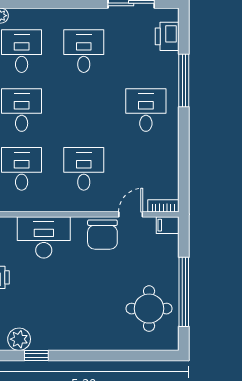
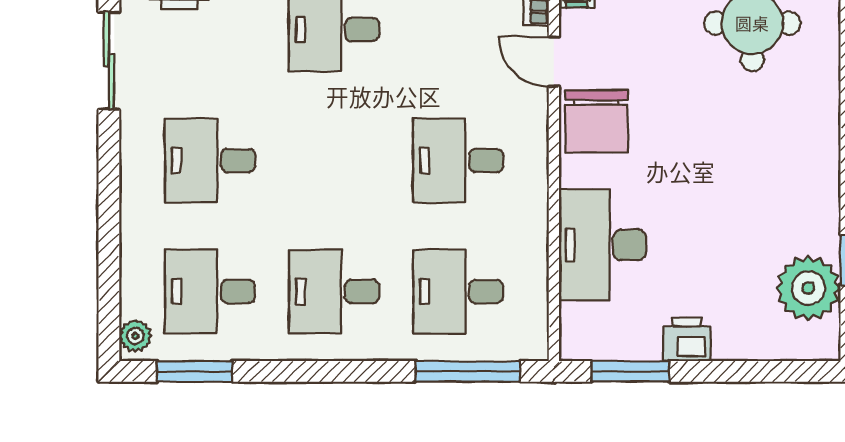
chair: (102, 235) -> (596, 121), turned 90
plant: (19, 339) -> (808, 288), width x1.36, depth x1.36

